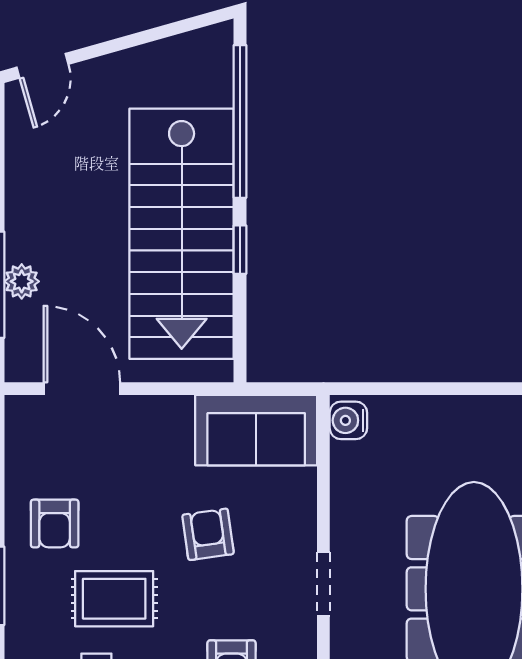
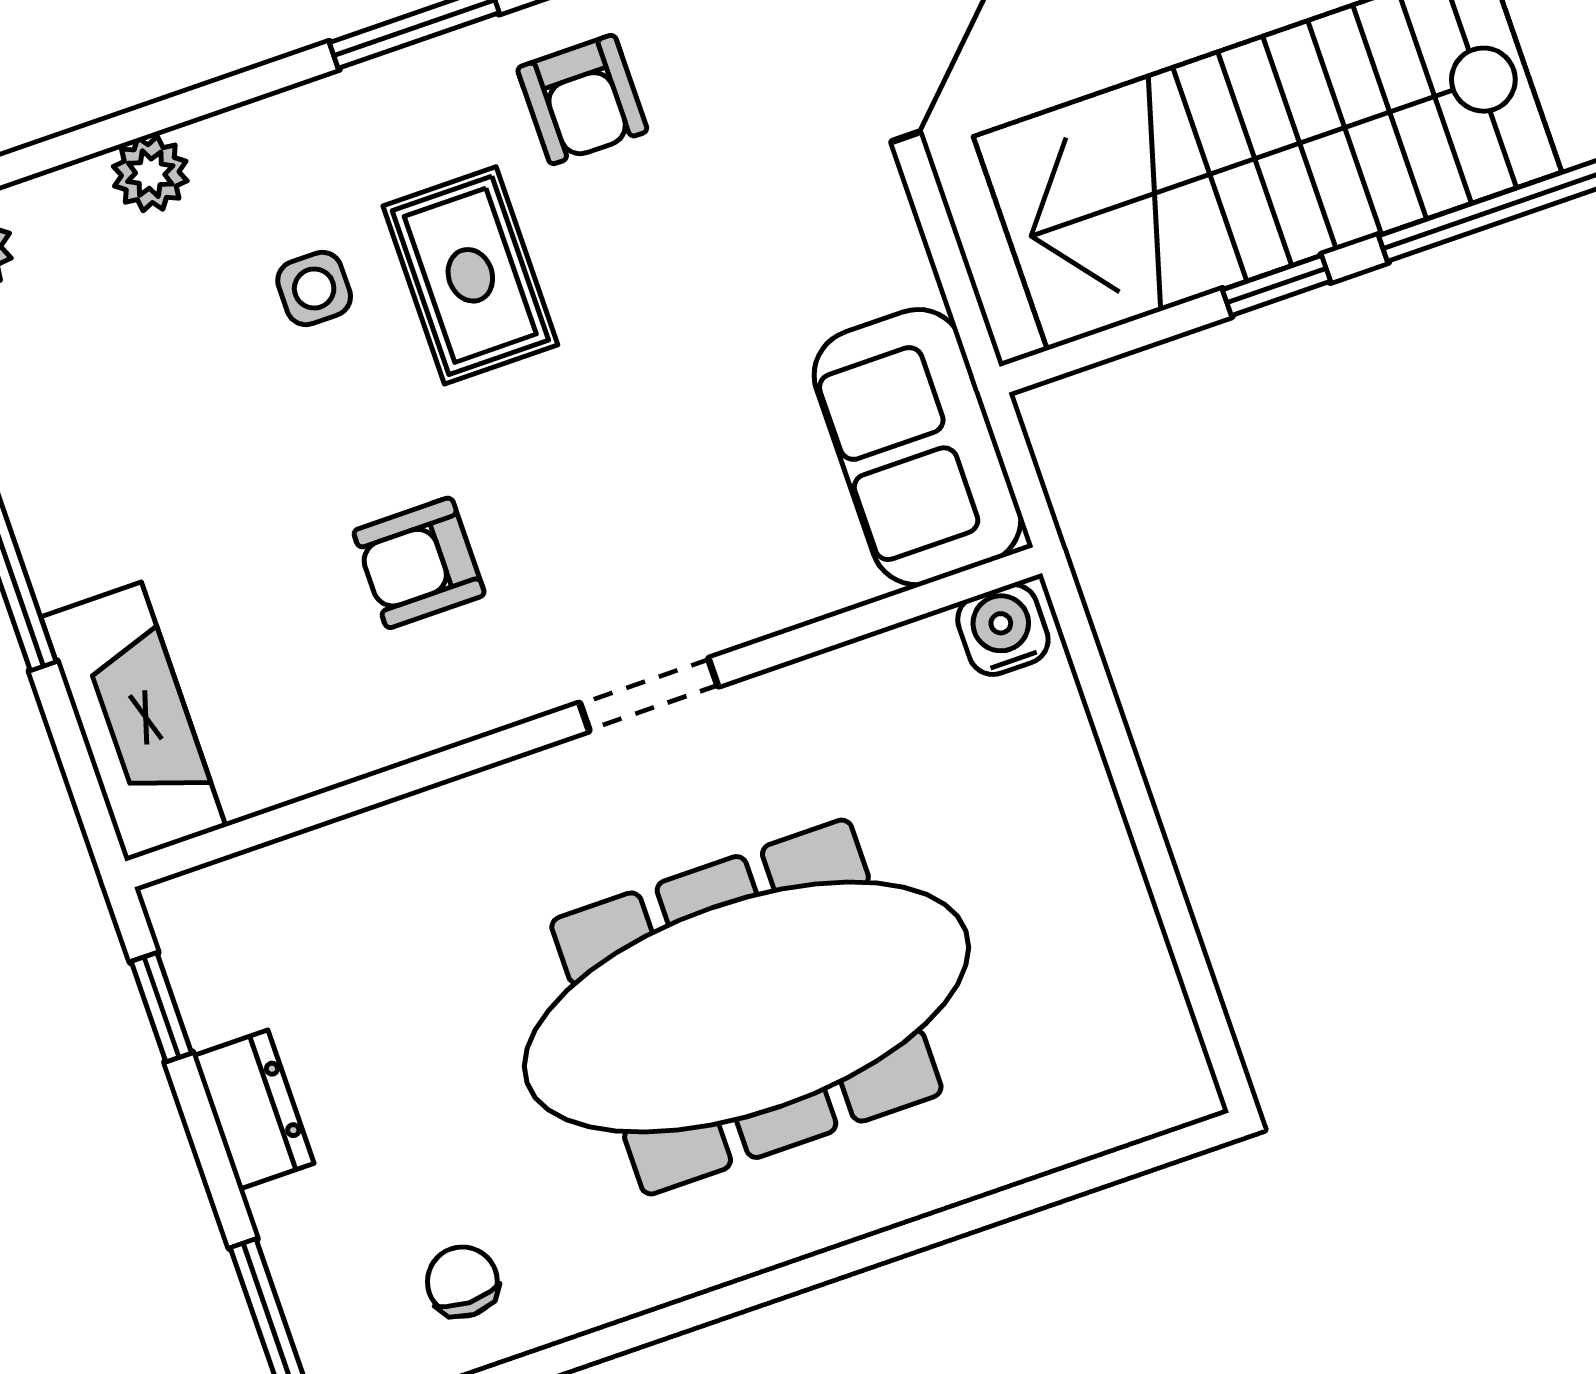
armchair: (55, 524) -> (582, 100), turned -90
armchair: (208, 534) -> (669, 422), removed

